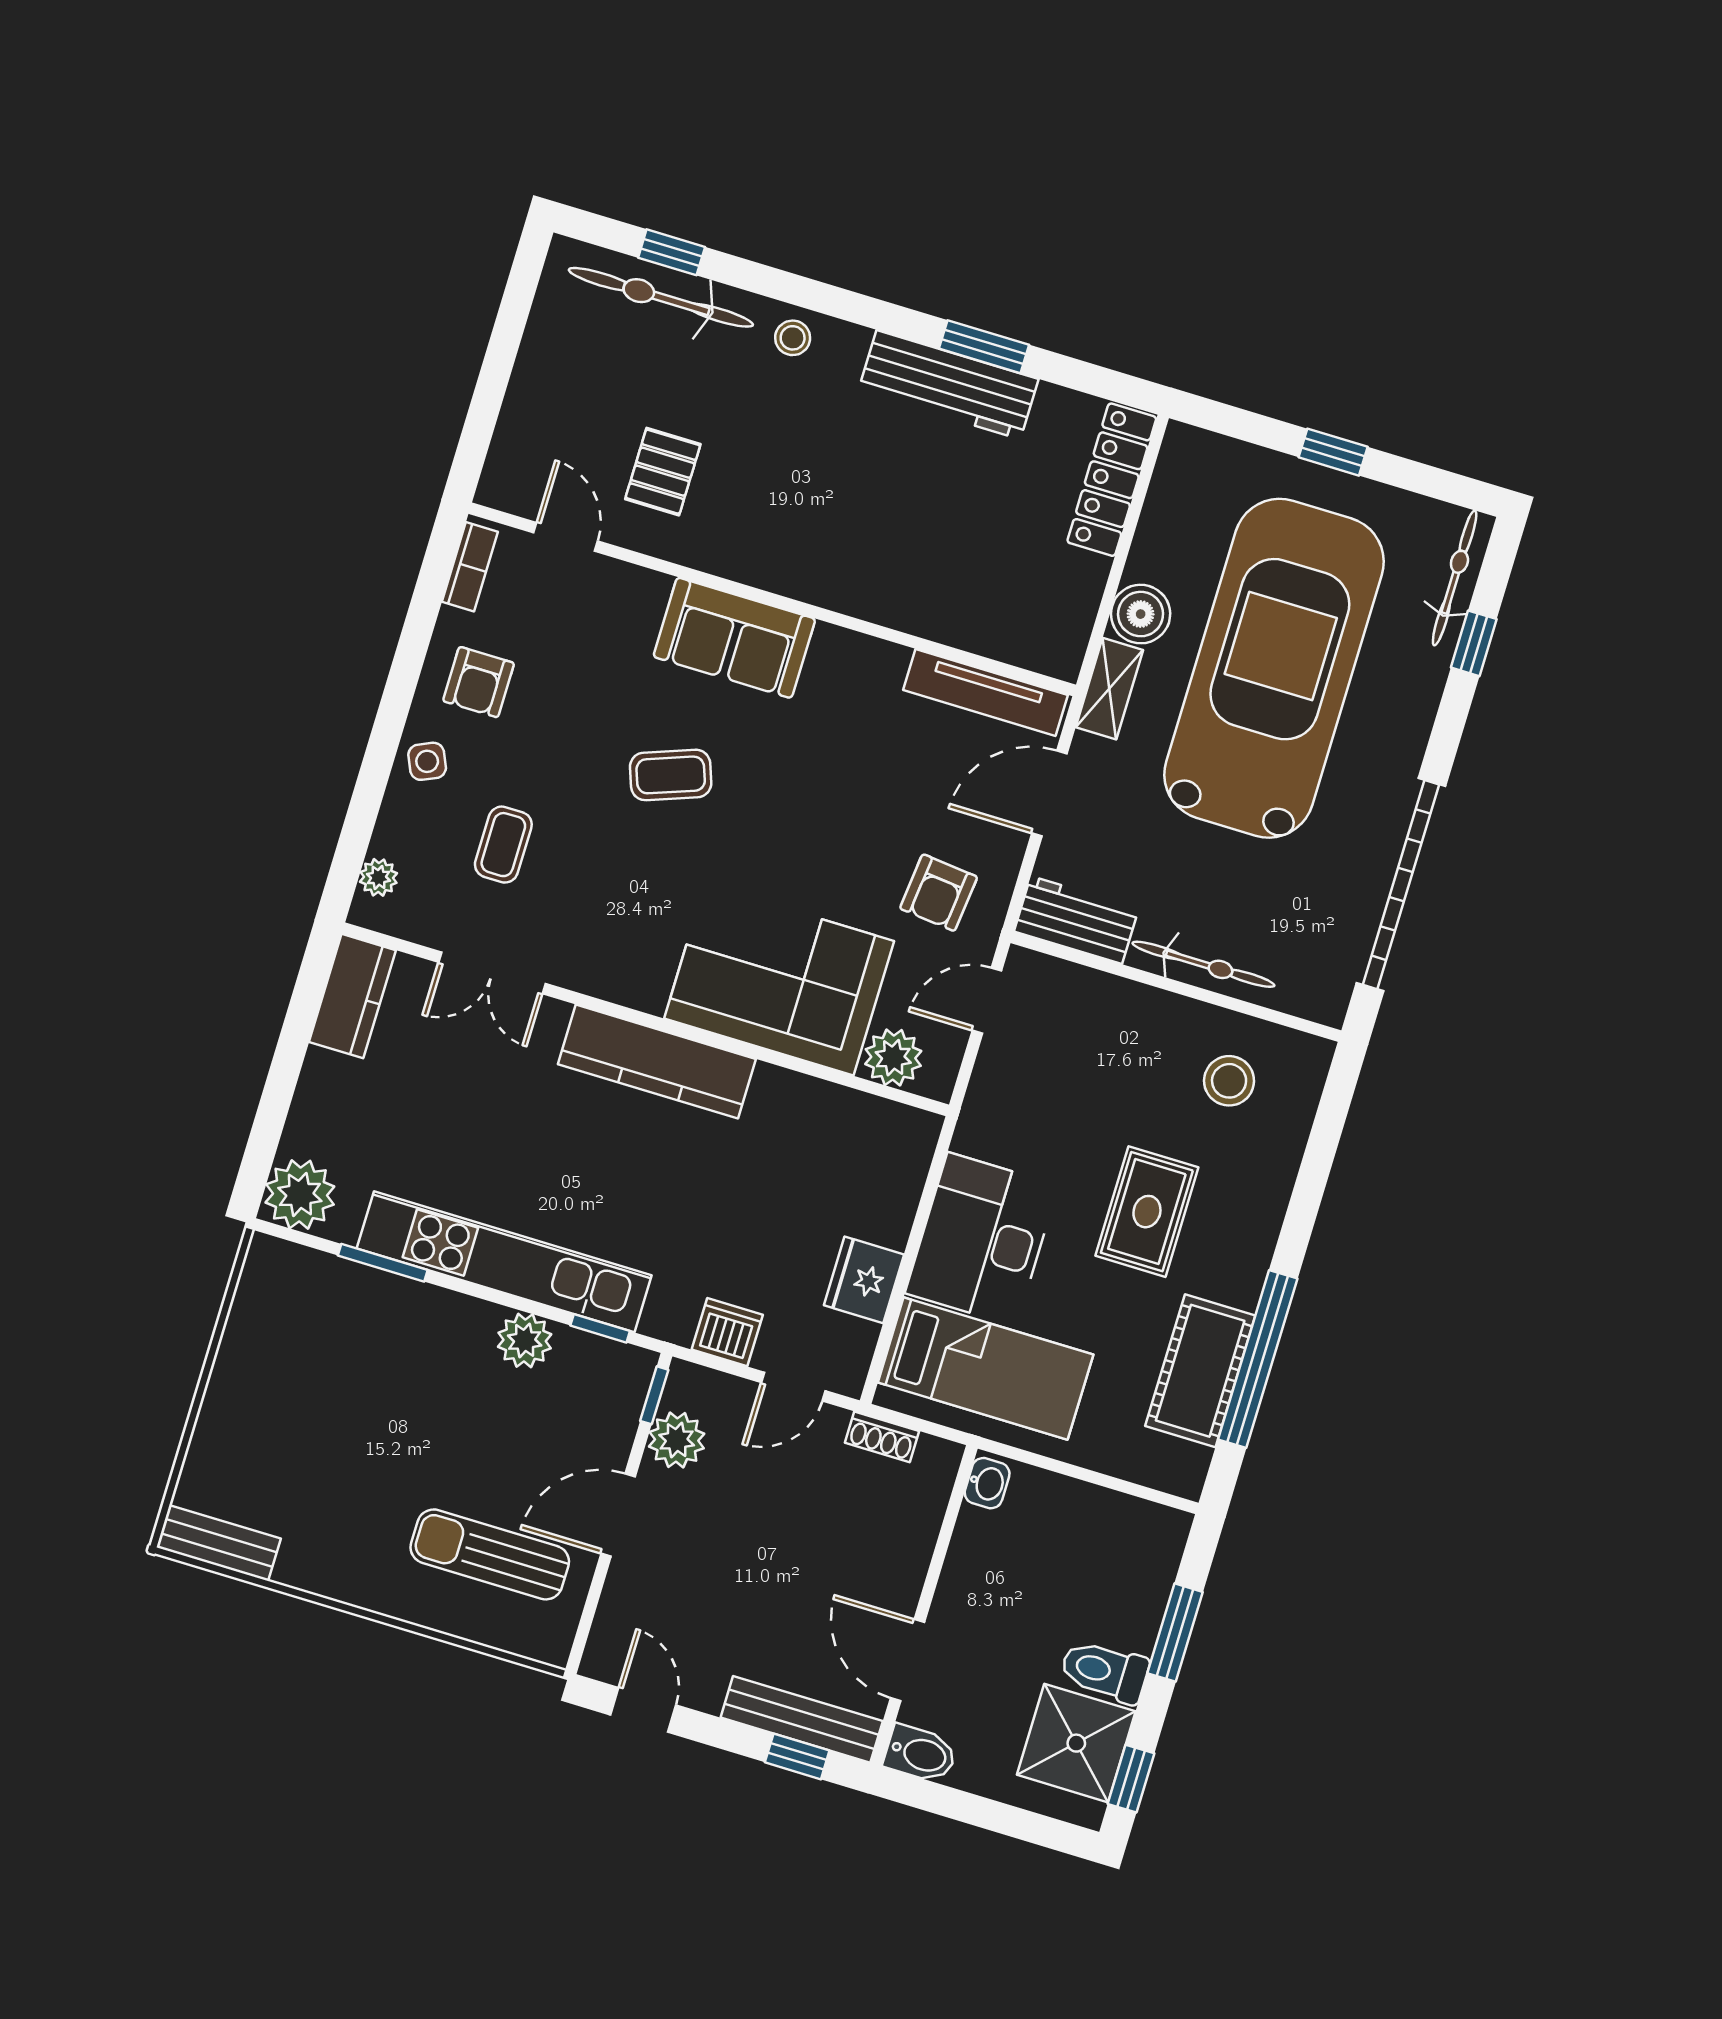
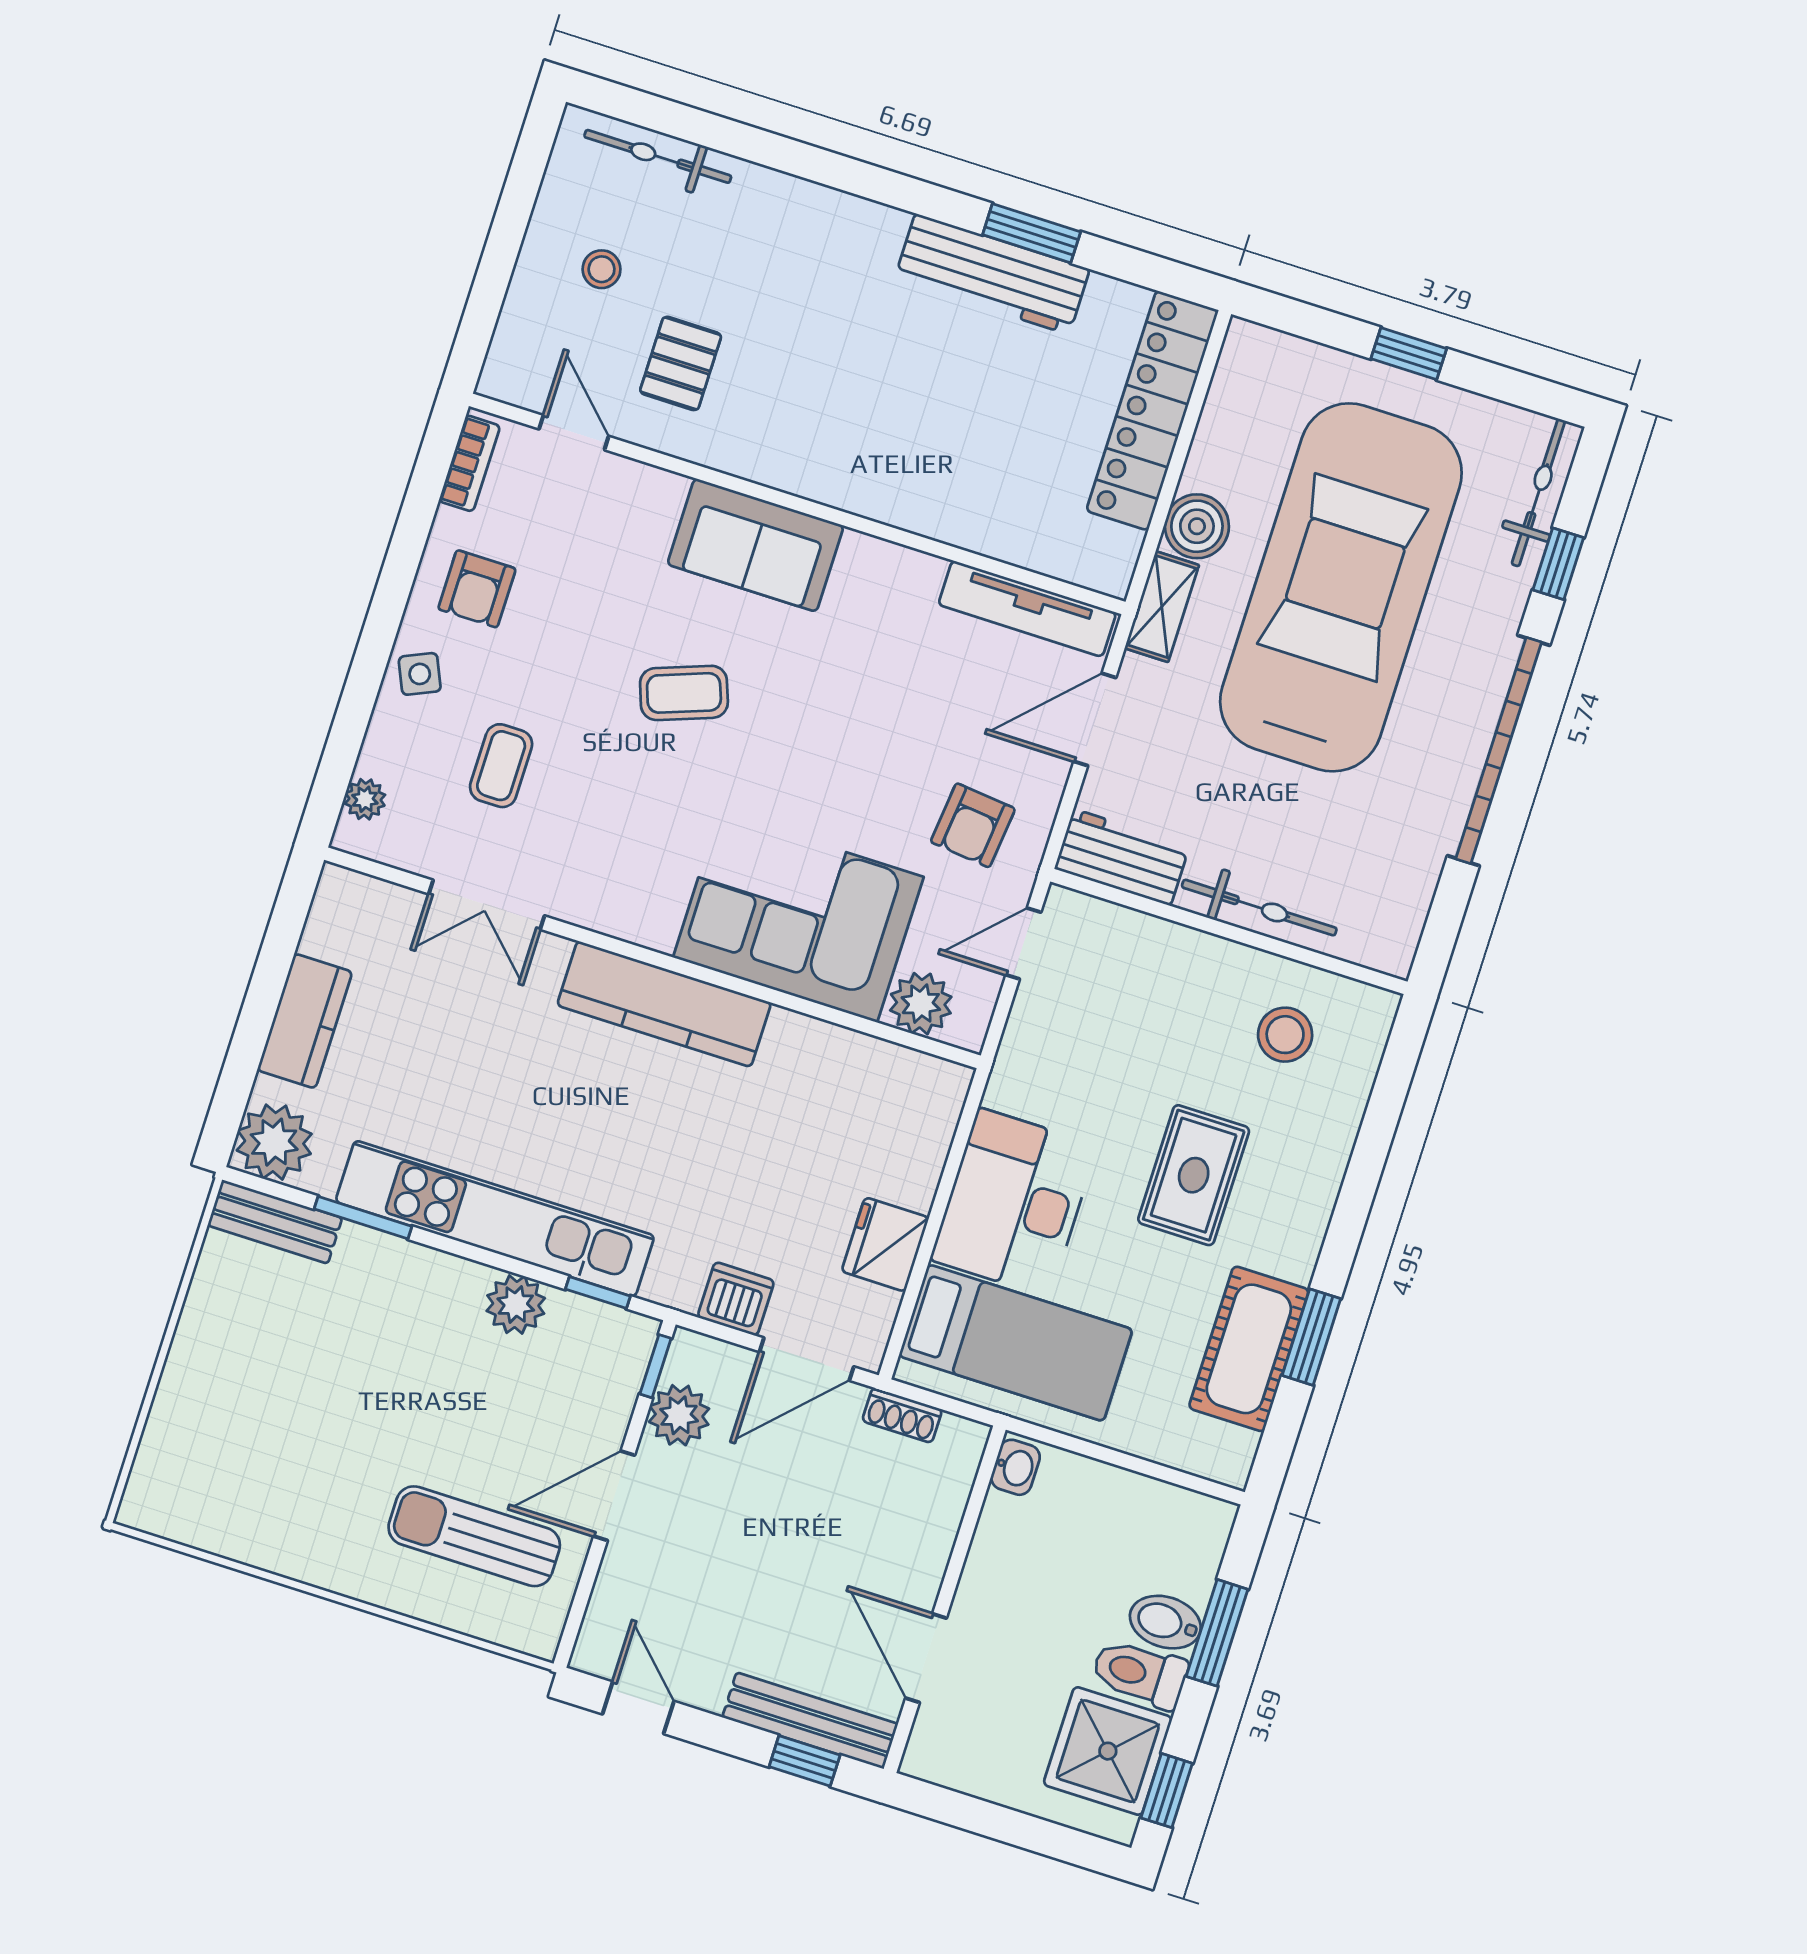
window: (672, 252) -> (694, 125), removed
bicycle: (661, 297) -> (658, 156), width x0.73, depth x0.71
stool: (793, 338) -> (602, 269), moved
locker: (1112, 480) -> (1152, 410), width x1.41, depth x1.21
garage door: (1401, 885) -> (1499, 751), moved
kitchen counter: (352, 996) -> (305, 1021), moved
window: (1258, 1359) -> (1311, 1337), width x0.47
door: (793, 1387) -> (807, 1359), width x1.38
bench: (219, 1543) -> (275, 1222), moved
bidet: (920, 1754) -> (1165, 1622), moved, turned 180

